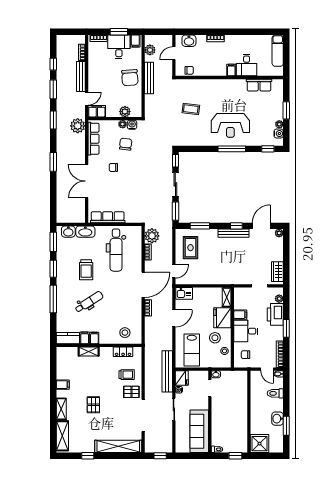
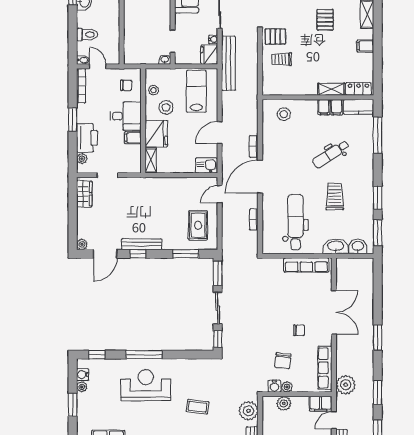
plant: (152, 236) -> (248, 411), moved
window: (53, 299) -> (378, 135), moved
locker: (123, 352) -> (358, 89), moved

